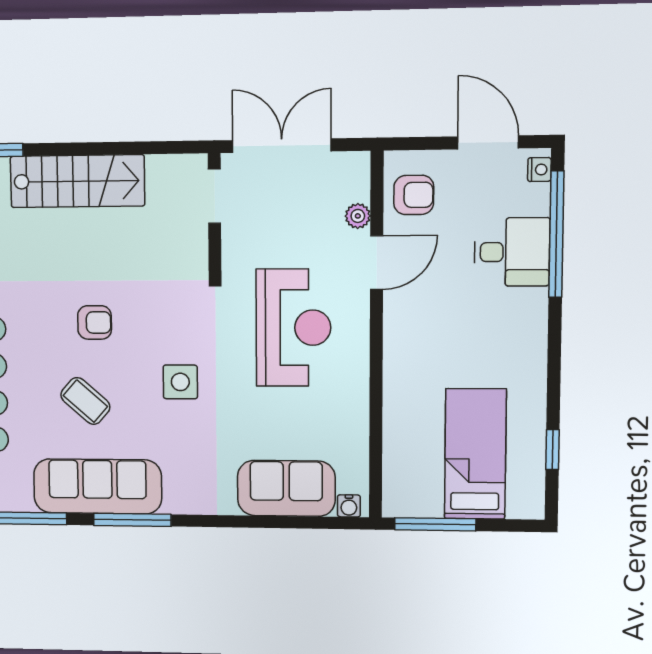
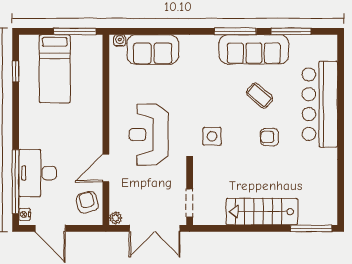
armchair: (414, 195) -> (87, 202), turned 75
plant: (358, 216) -> (116, 218), moved
desk: (512, 252) -> (38, 173), width x1.37
armchair: (95, 322) -> (269, 137), moved
side table: (180, 382) -> (212, 136), moved

